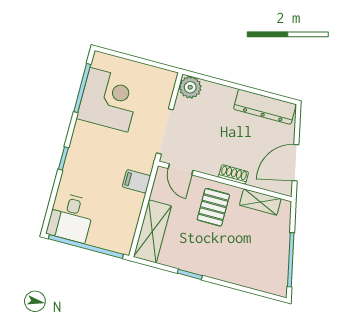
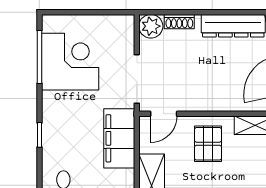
door: (181, 169) -> (164, 114), hinge flipped
shoe rack: (234, 175) -> (179, 22), moved, turned 180
filing cabinet: (136, 181) -> (119, 138), width x3.00, depth x1.17

